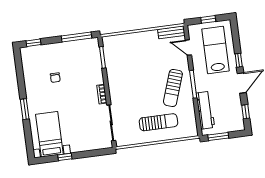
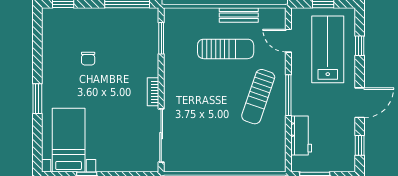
bench: (171, 32) -> (239, 15), moved
window: (239, 60) -> (360, 46), moved
workbench: (205, 110) -> (301, 135), width x0.73
sun lounger: (158, 122) -> (226, 49), moved

